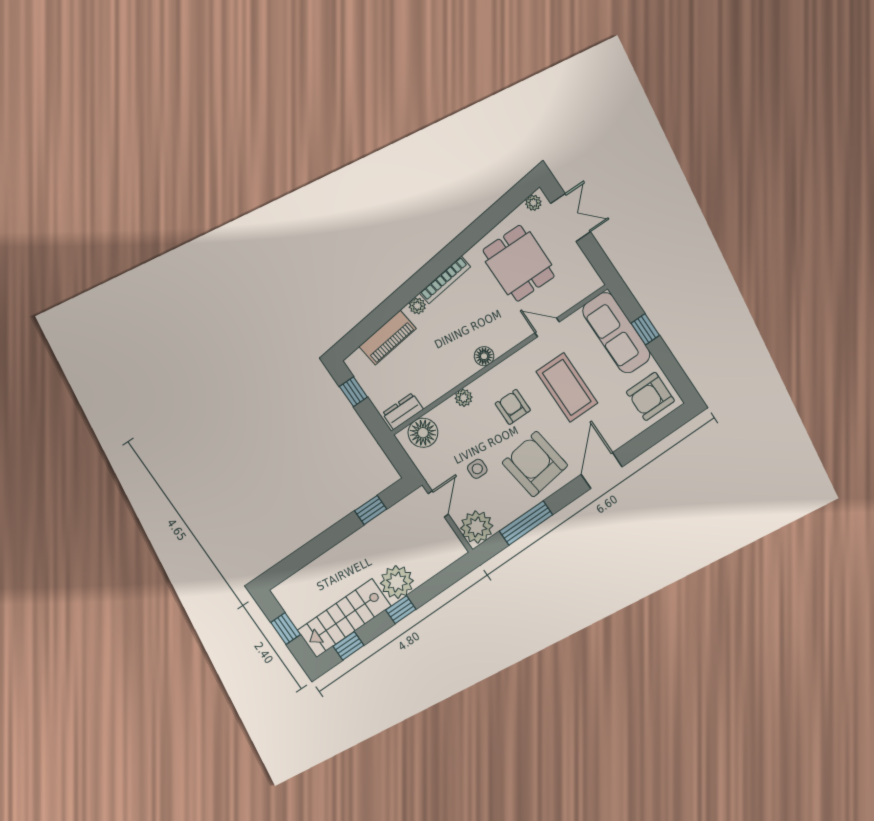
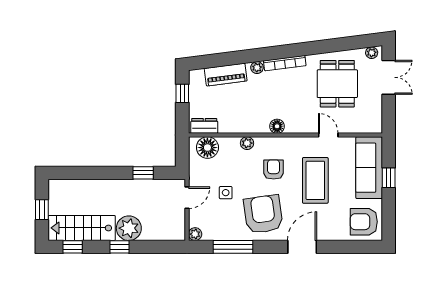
plant: (477, 527) -> (195, 234), width x0.53, depth x0.53

